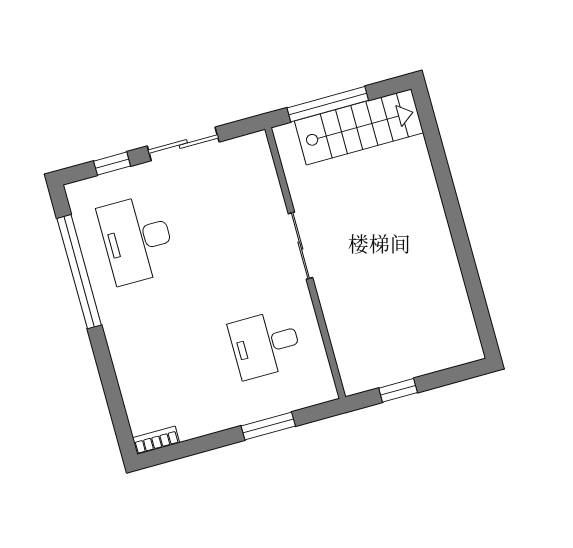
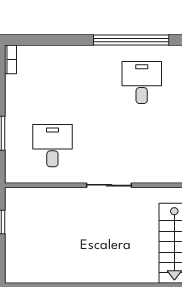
desk: (137, 239) -> (142, 82), width x0.73

